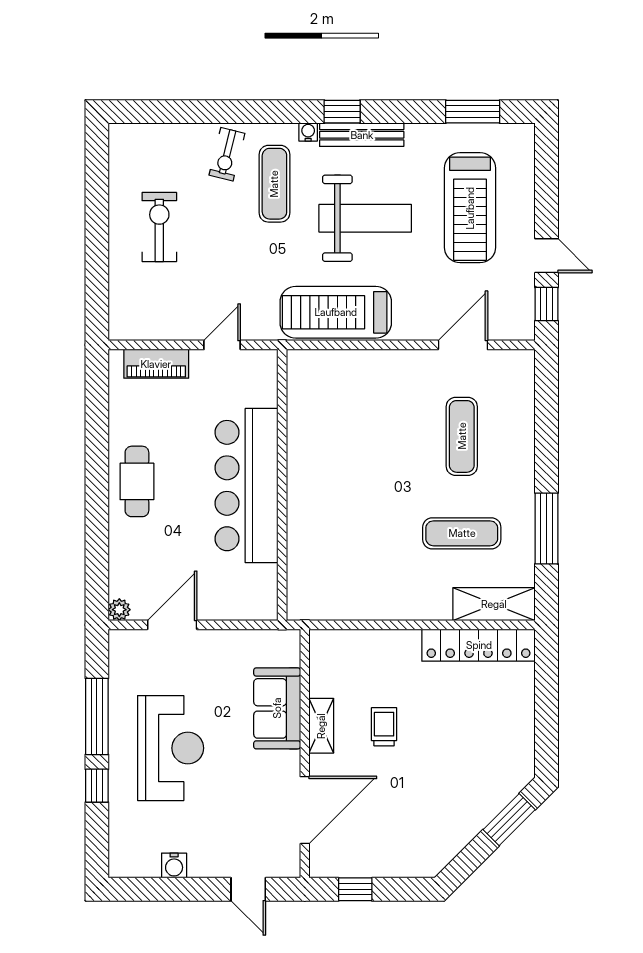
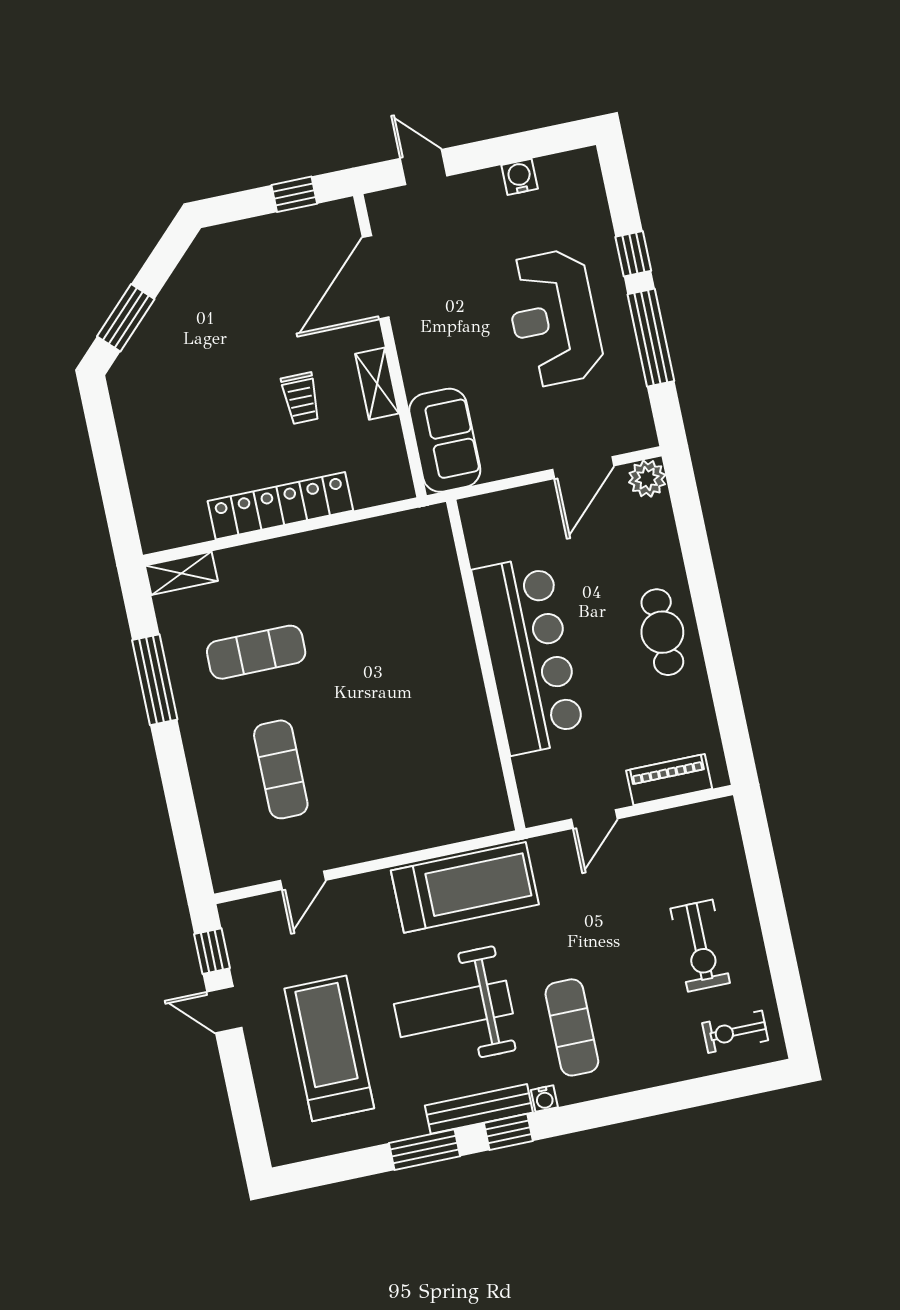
window: (473, 112) -> (425, 1150), moved
exercise bike: (227, 154) -> (735, 1032), moved, turned -104
door: (463, 345) -> (303, 880), width x0.73
shelving: (494, 604) -> (181, 573), width x0.67, depth x0.75
plant: (119, 610) -> (647, 479), width x1.38, depth x1.38
locker: (479, 645) -> (280, 506), moved
sofa: (277, 708) -> (445, 440), moved

